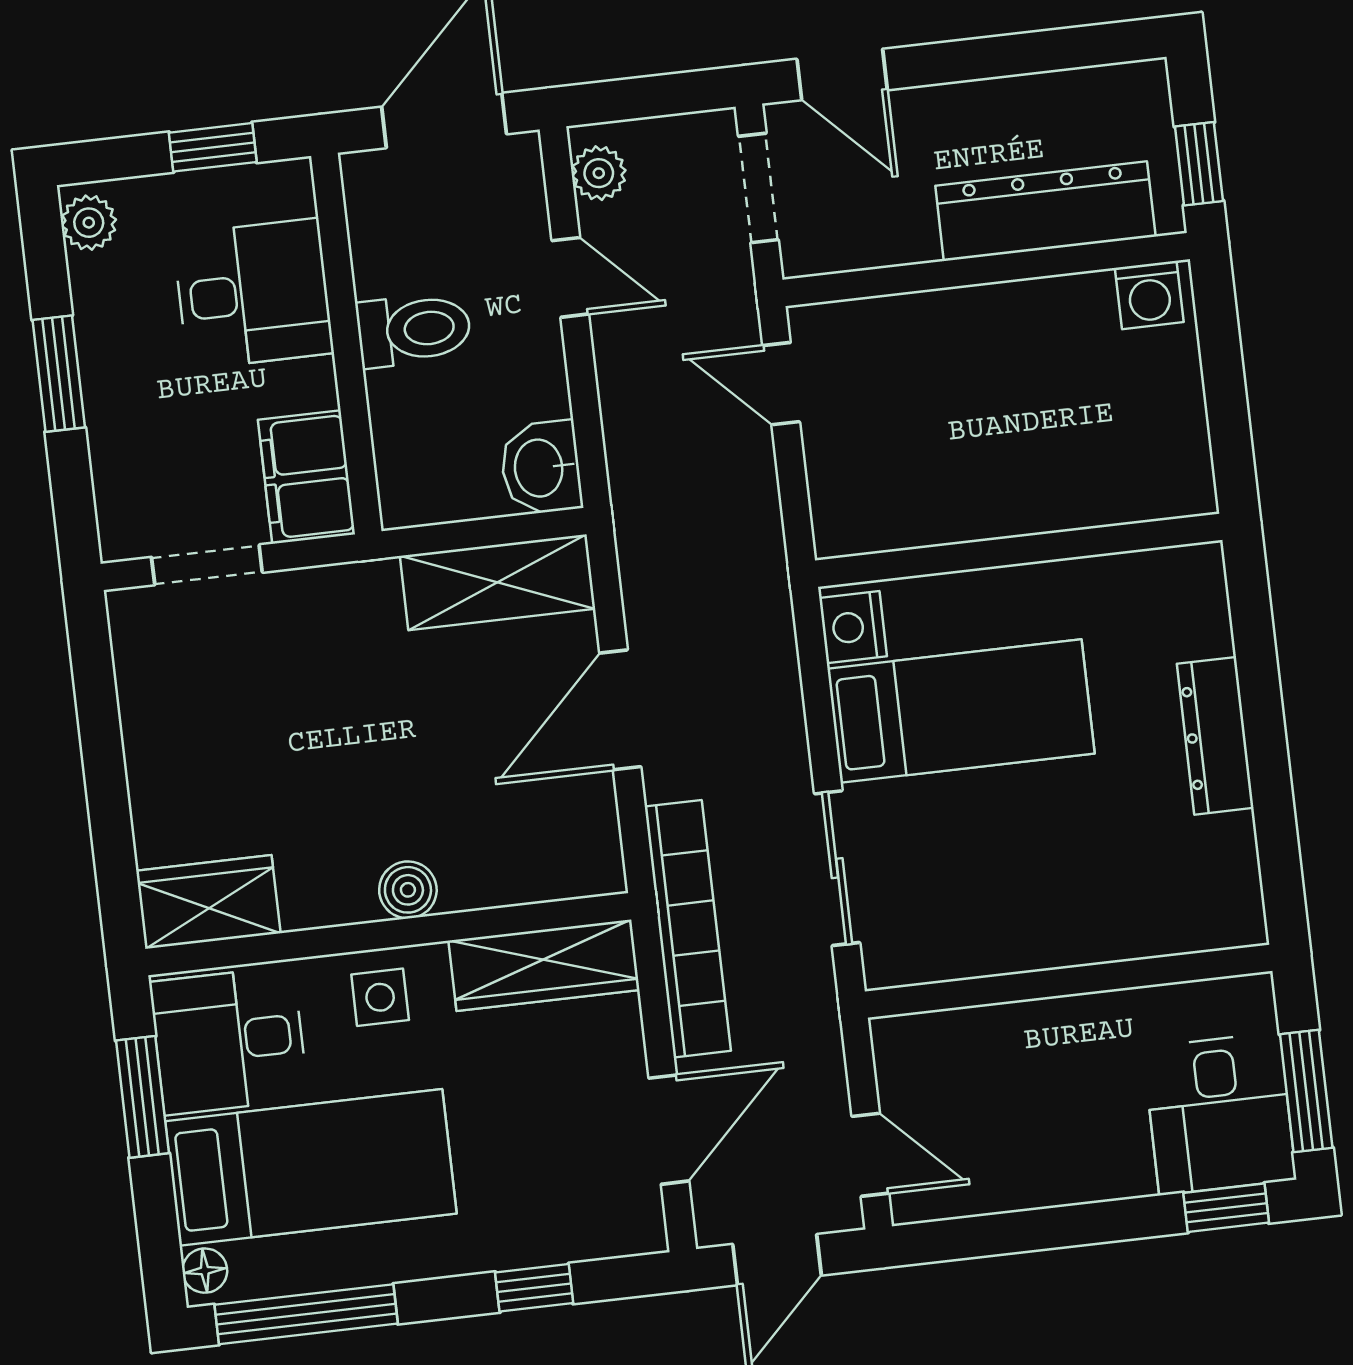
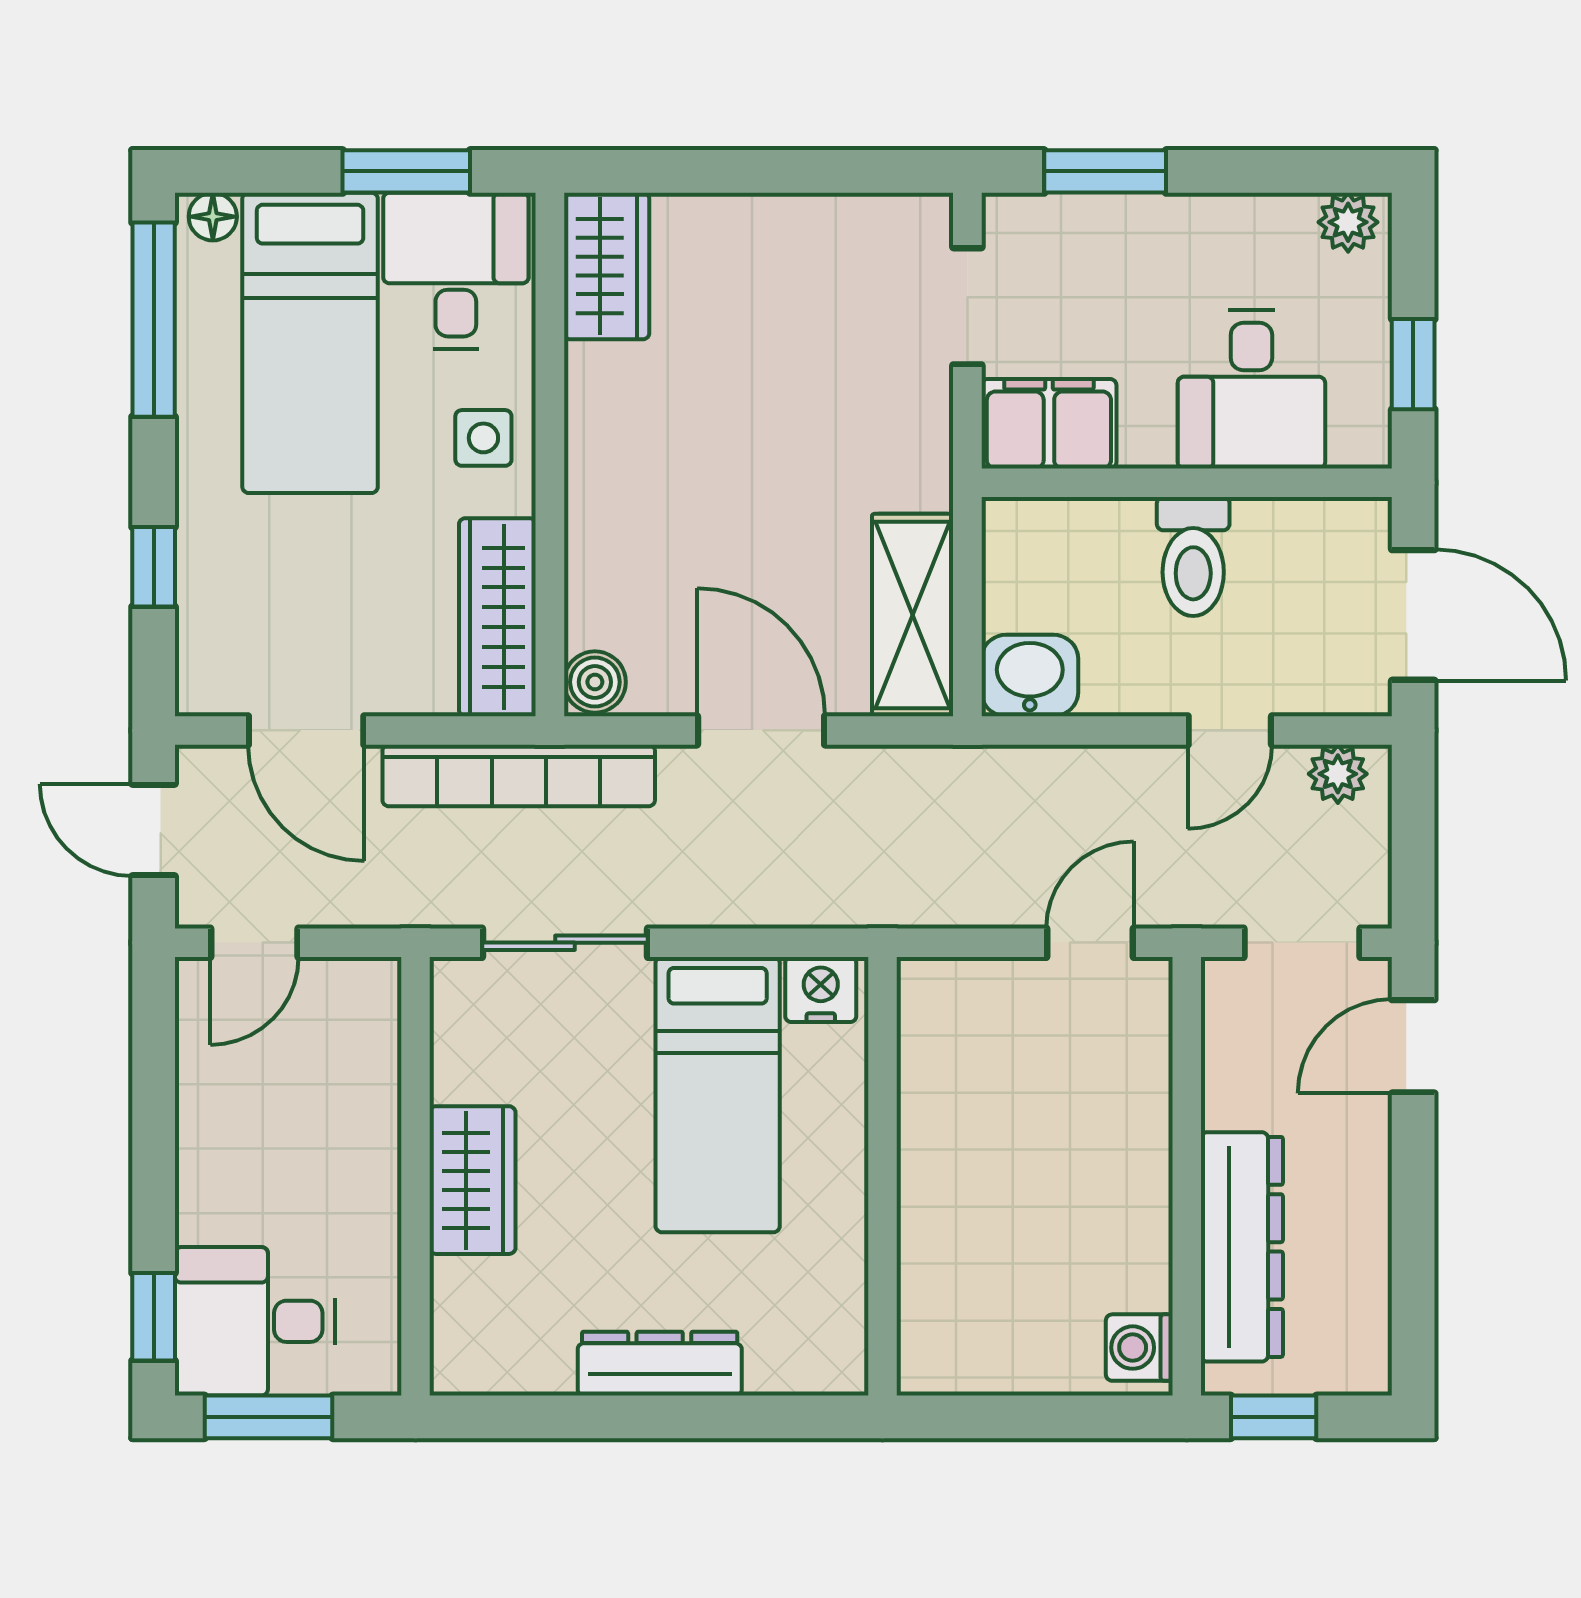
window: (59, 374) -> (1105, 171), moved
boiler: (408, 890) -> (595, 682), moved
wardrobe: (1066, 928) -> (472, 1180), added

